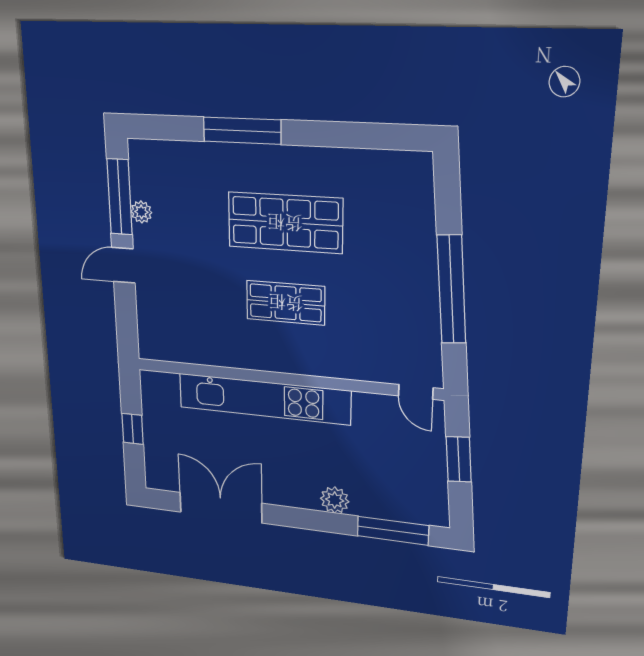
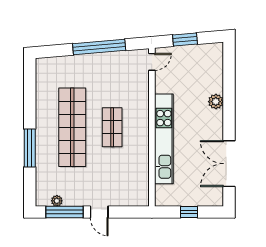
plant: (141, 212) -> (57, 201), moved
shop shelf: (285, 223) -> (72, 127), width x1.40
window: (393, 531) -> (229, 71), removed

